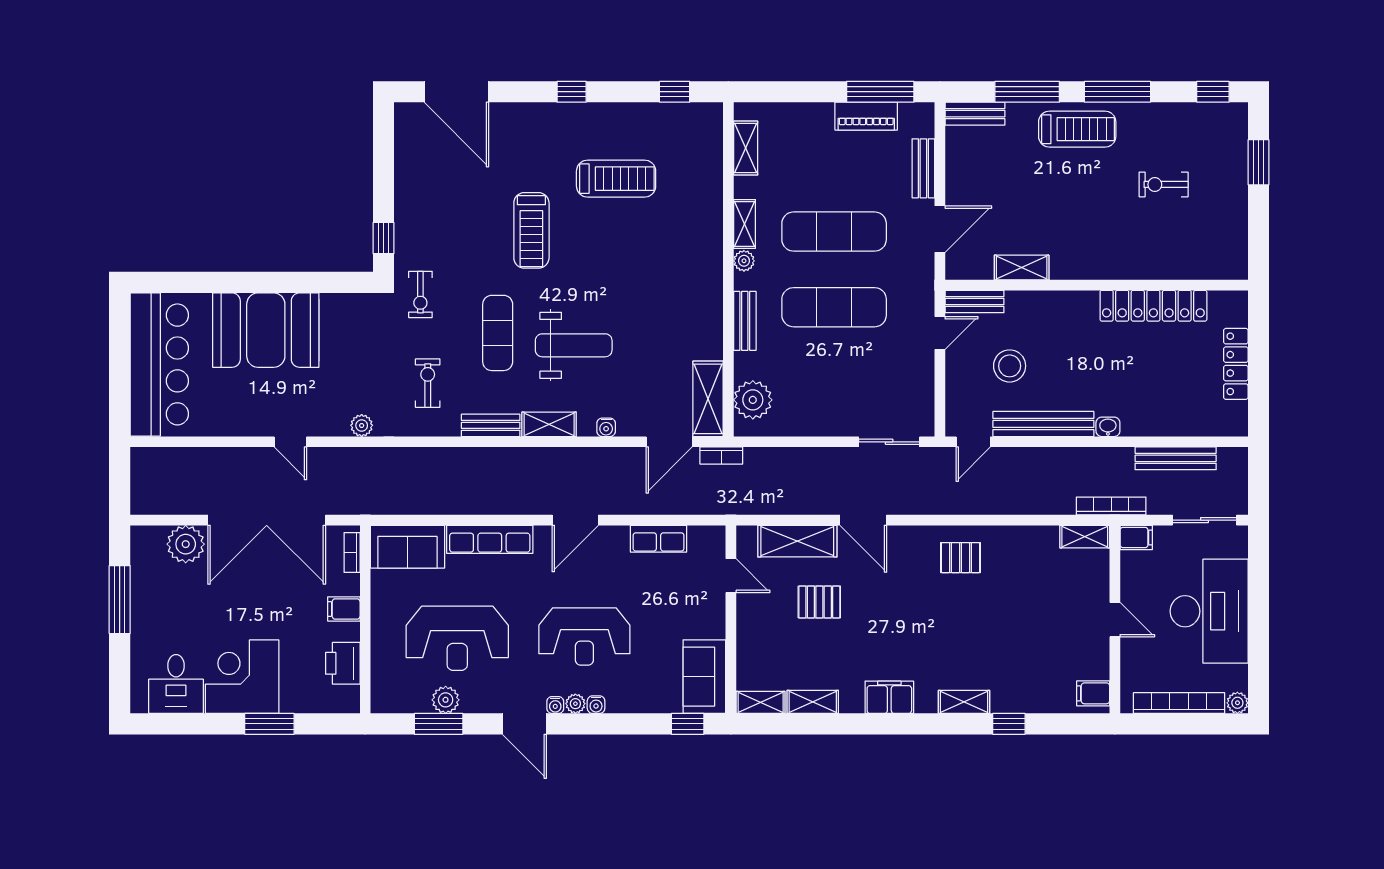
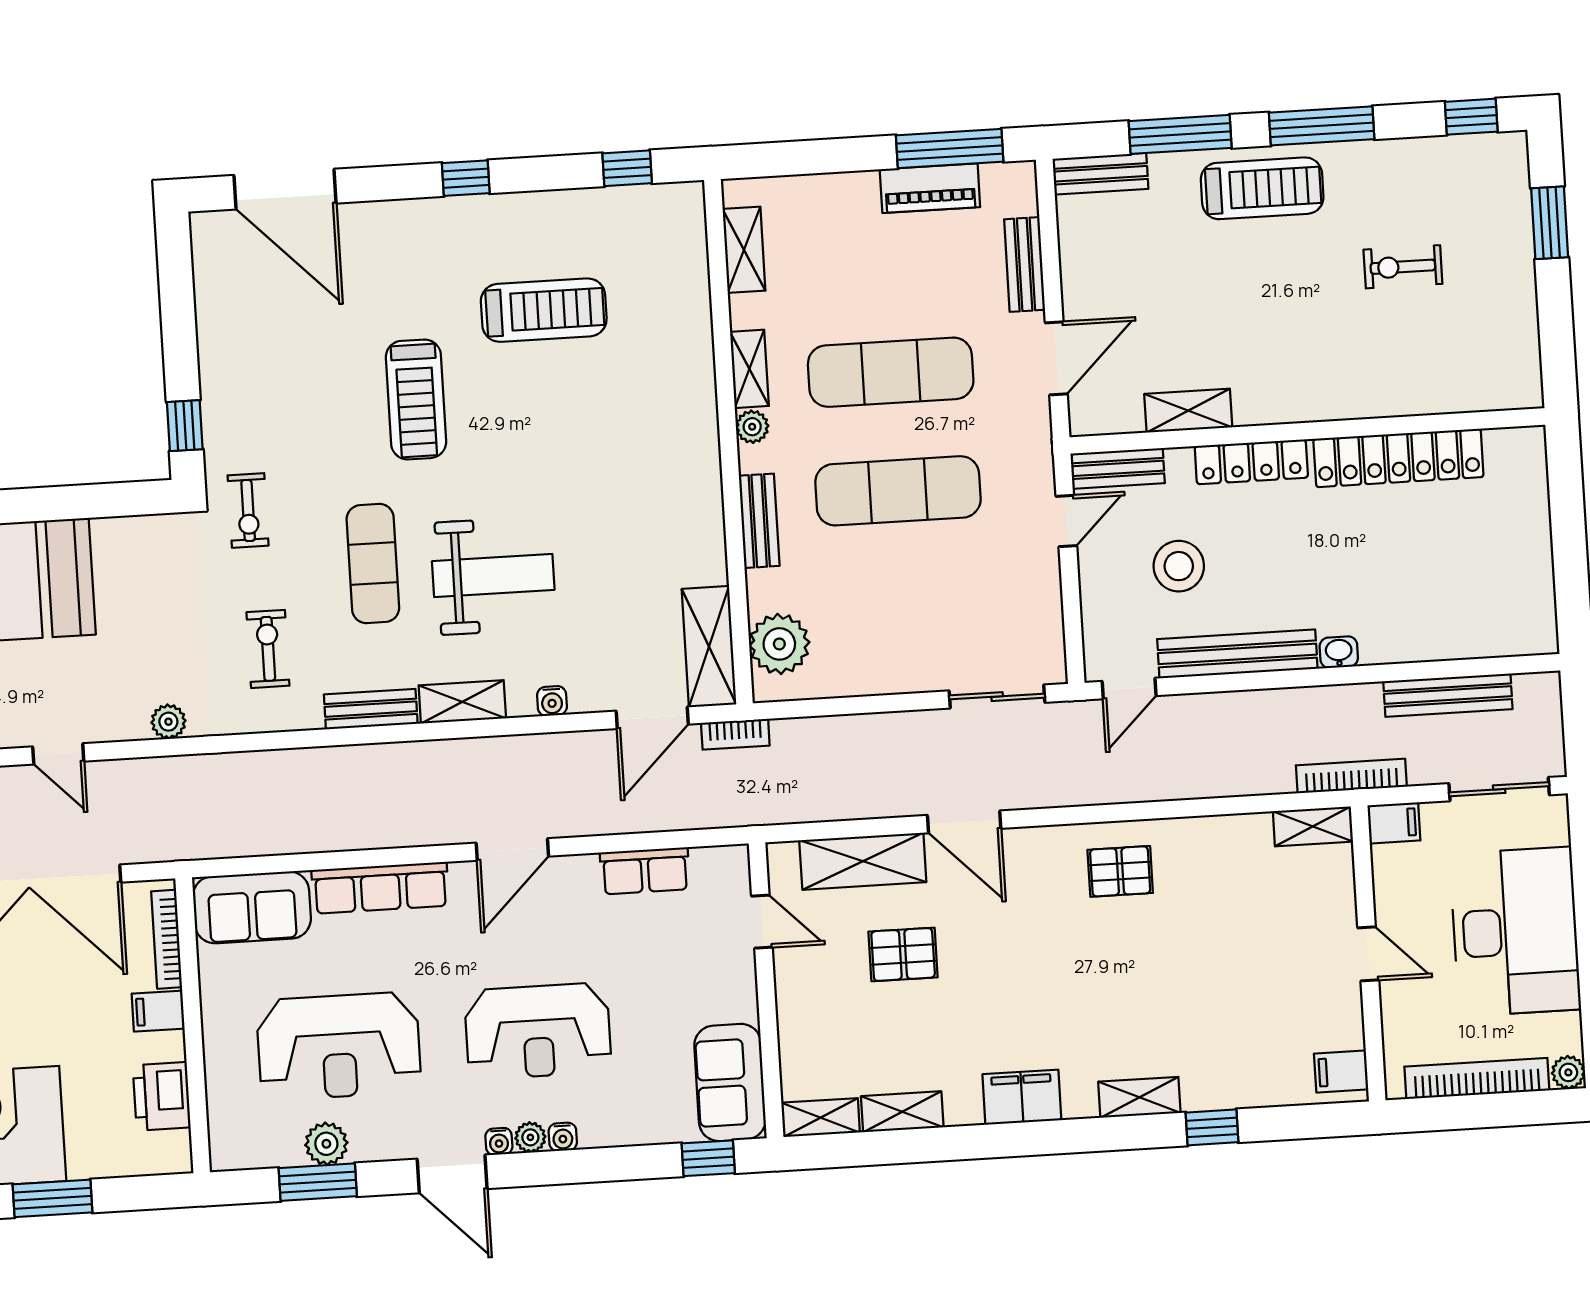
locker: (1236, 364) -> (1251, 462), moved, turned -90
bookcase: (352, 552) -> (167, 939), width x1.56

